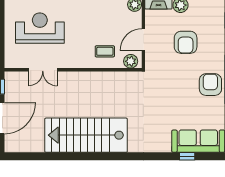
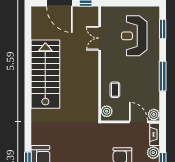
reception desk: (40, 28) -> (134, 36), turned 180
door: (143, 40) -> (138, 122), moved

